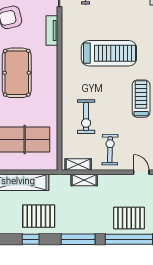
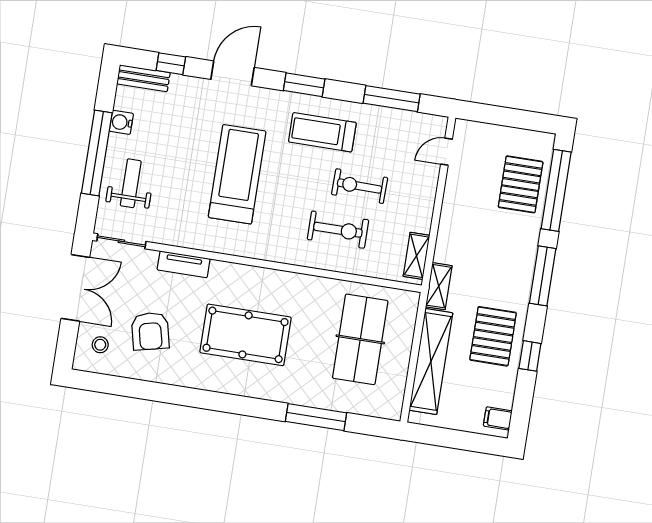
exercise bike: (110, 150) -> (360, 186), moved
shelving: (84, 180) -> (439, 286), moved

